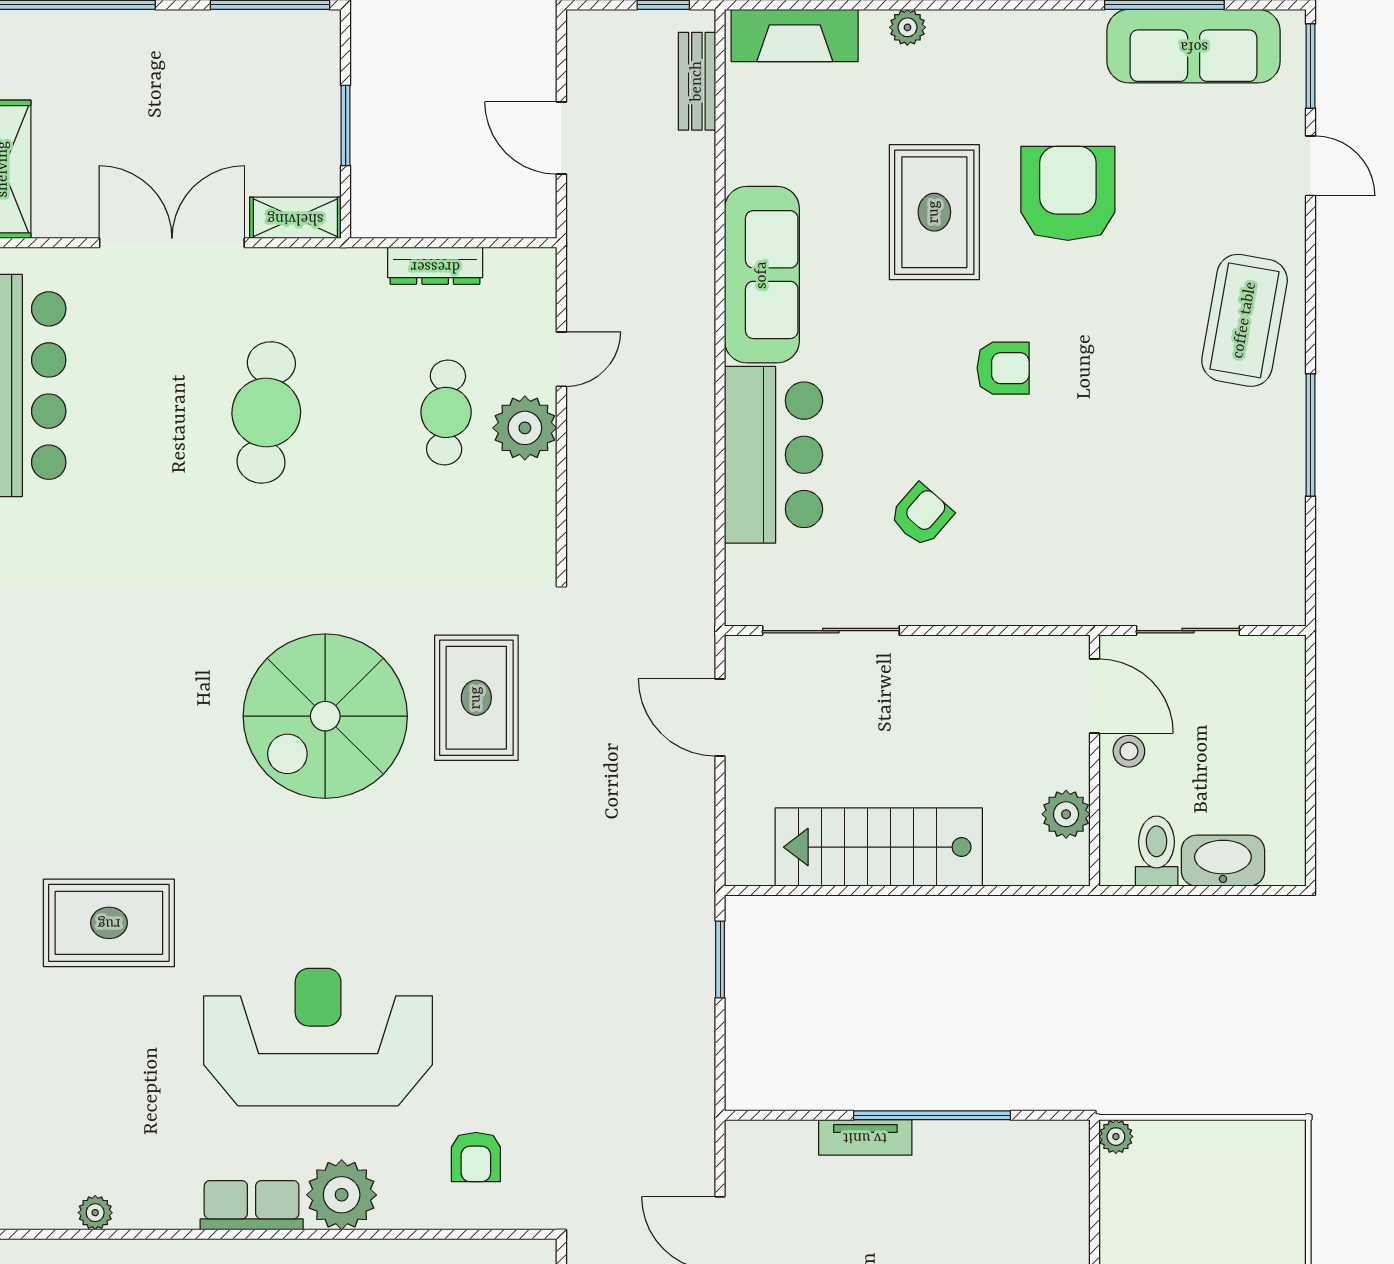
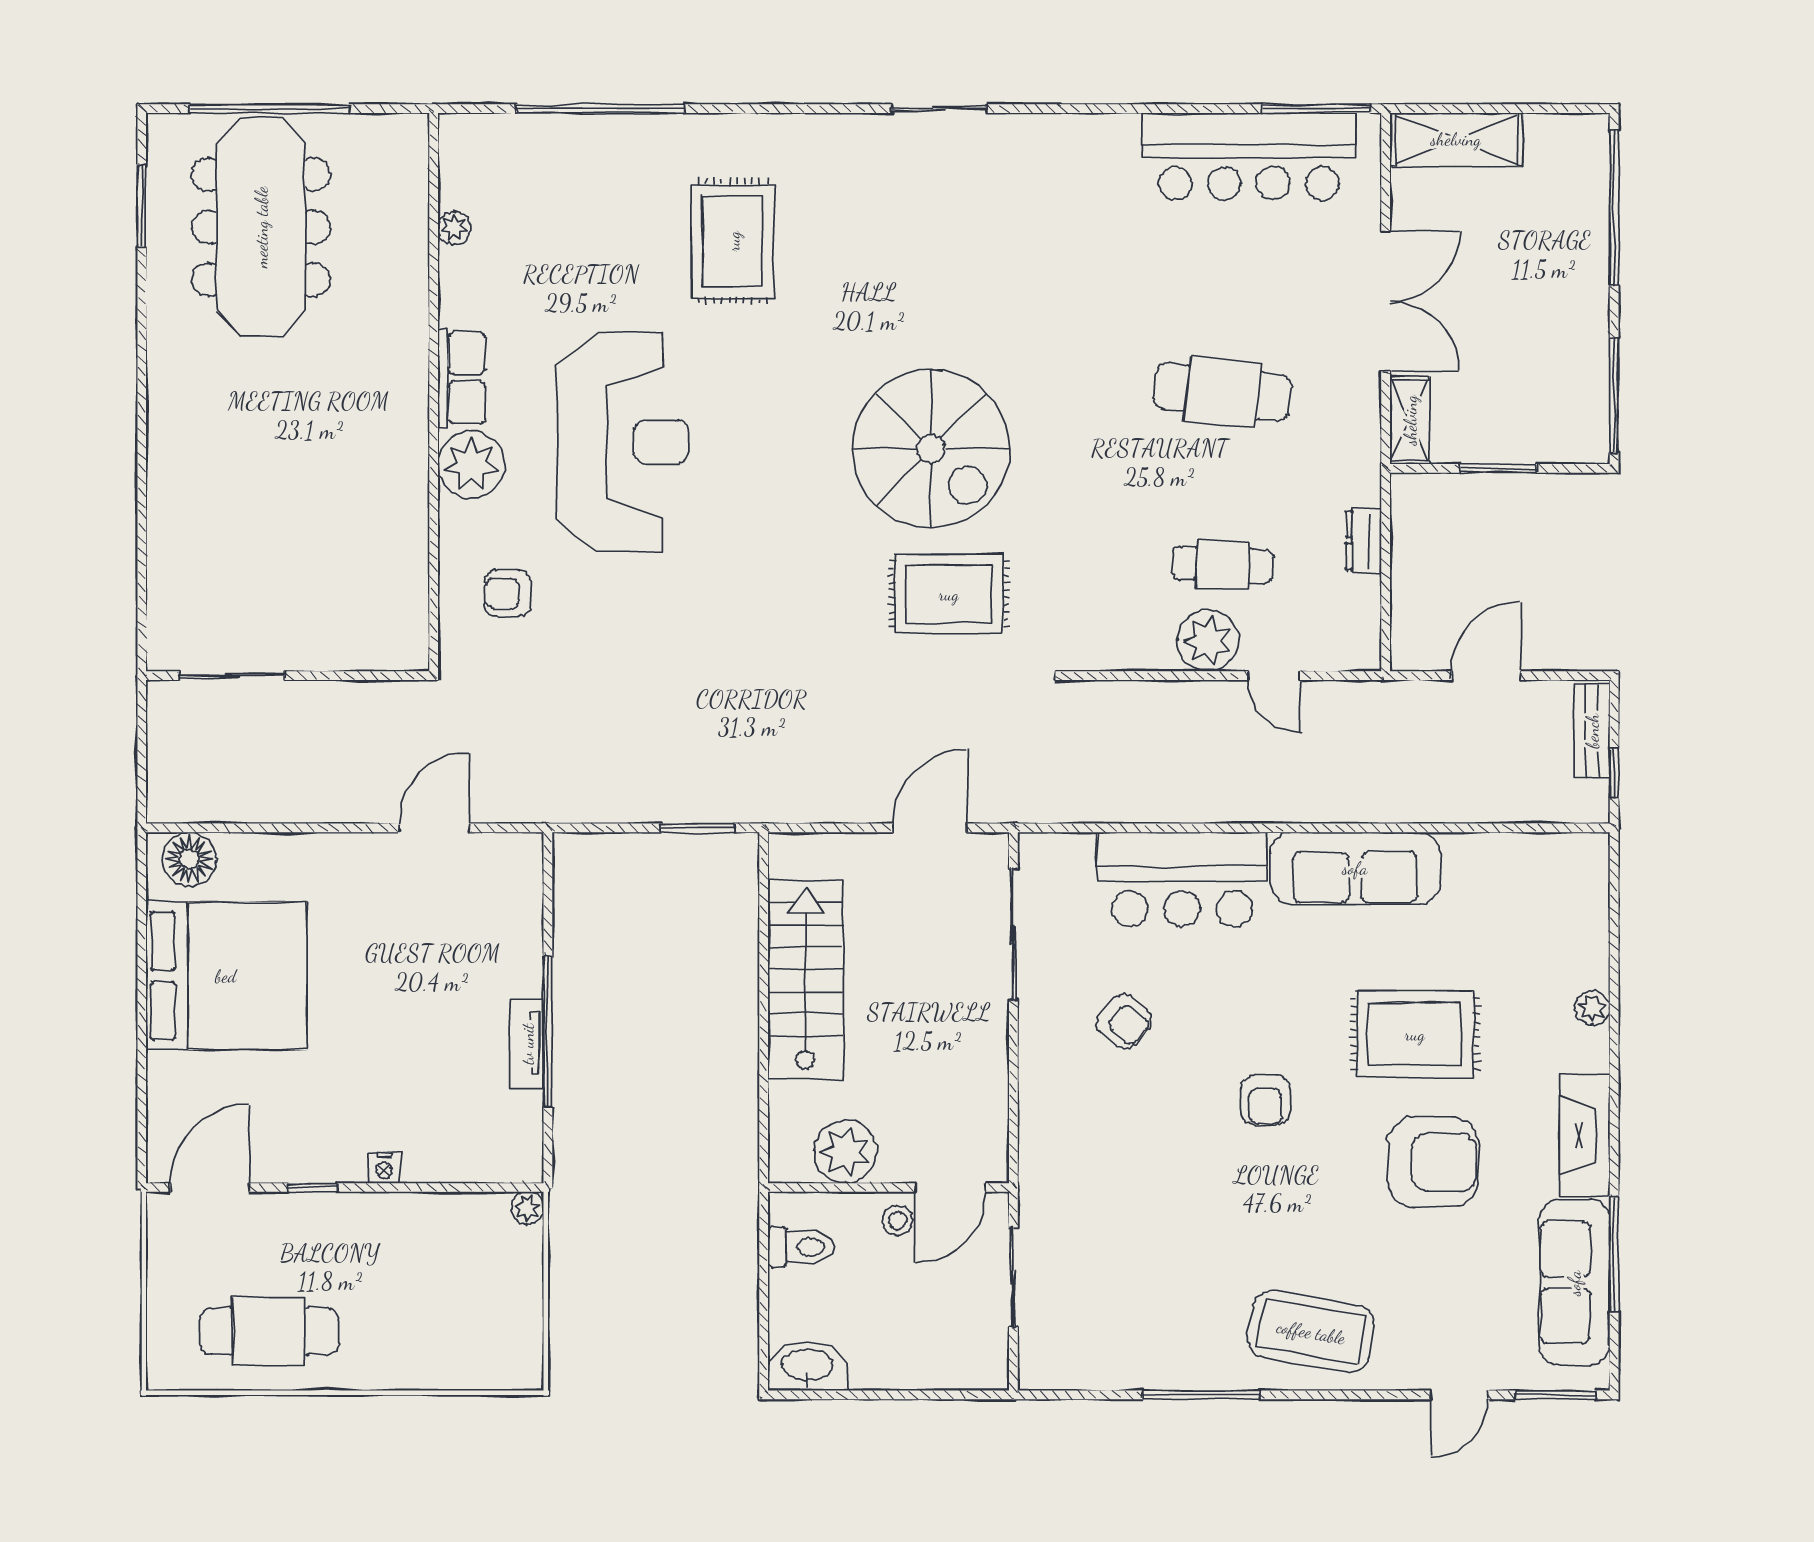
fireplace: (795, 35) -> (1585, 1135), moved
bench: (697, 81) -> (1592, 731), moved, turned 90
dresser: (435, 266) -> (1364, 540), width x0.70
spiral stairs: (325, 716) -> (931, 449), turned 180
plant: (1066, 814) -> (845, 1152), width x1.36, depth x1.36
washbasin: (1223, 861) -> (808, 1366), moved, turned -90
tv unit: (865, 1137) -> (527, 1044), moved

